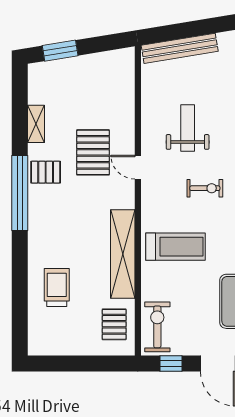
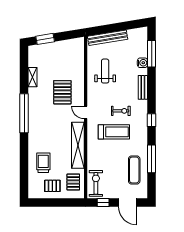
weight bench: (188, 128) -> (105, 71), moved
door: (138, 167) -> (86, 112), moved
pallet: (46, 172) -> (52, 186), moved
treadmill: (175, 247) -> (114, 132), moved

